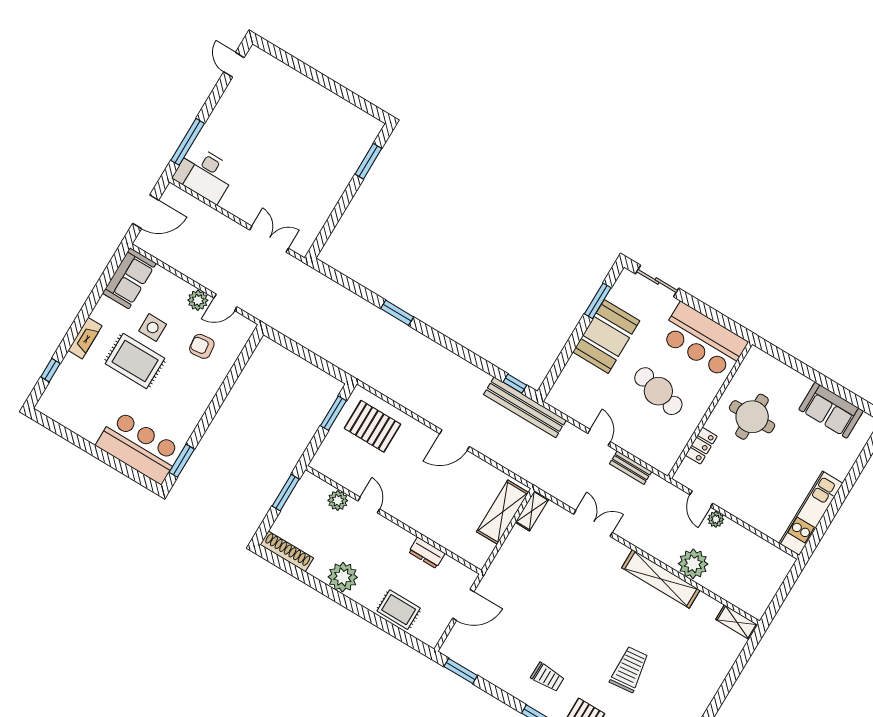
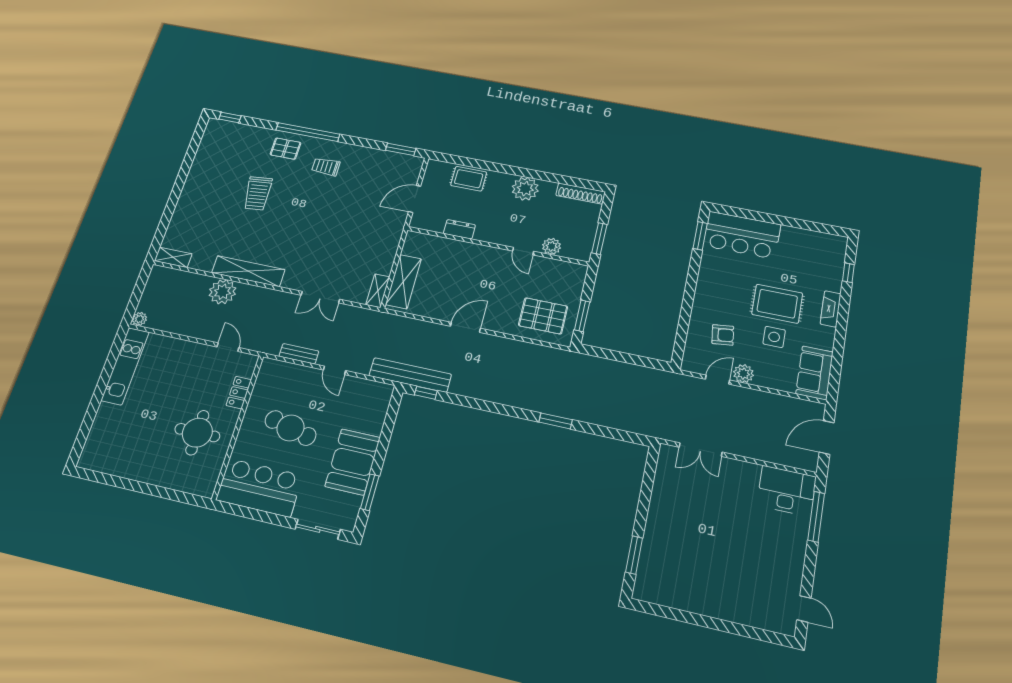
sofa: (831, 410) -> (124, 462), removed
plant: (716, 519) -> (139, 319), moved

